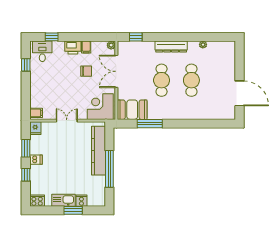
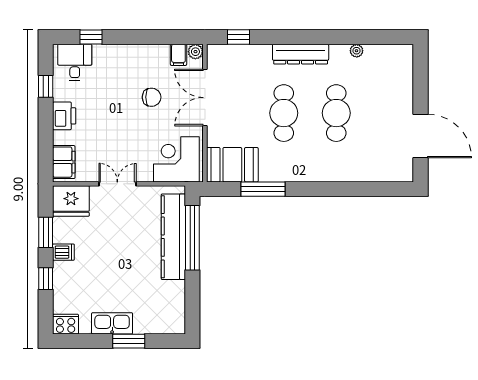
printer: (73, 47) -> (64, 116), moved, turned -90
filing cabinet: (86, 47) -> (178, 55), moved
filing cabinet: (36, 113) -> (64, 162), width x2.00
fridge: (35, 128) -> (71, 201), width x1.88, depth x1.34
window: (109, 169) -> (192, 238), moved
cooker: (81, 201) -> (143, 324), removed

